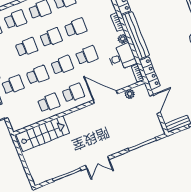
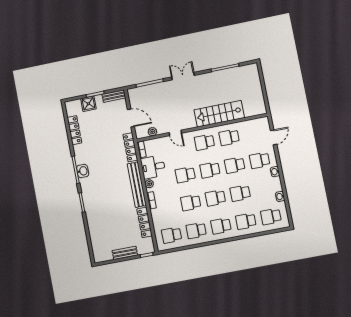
door: (105, 97) -> (175, 133), width x0.53
door: (155, 104) -> (131, 118), swing flipped
stairs: (43, 134) -> (219, 114), moved
double door: (97, 162) -> (183, 76), moved

